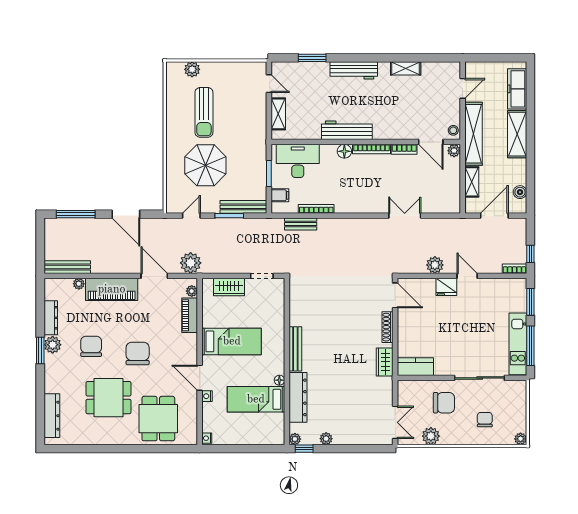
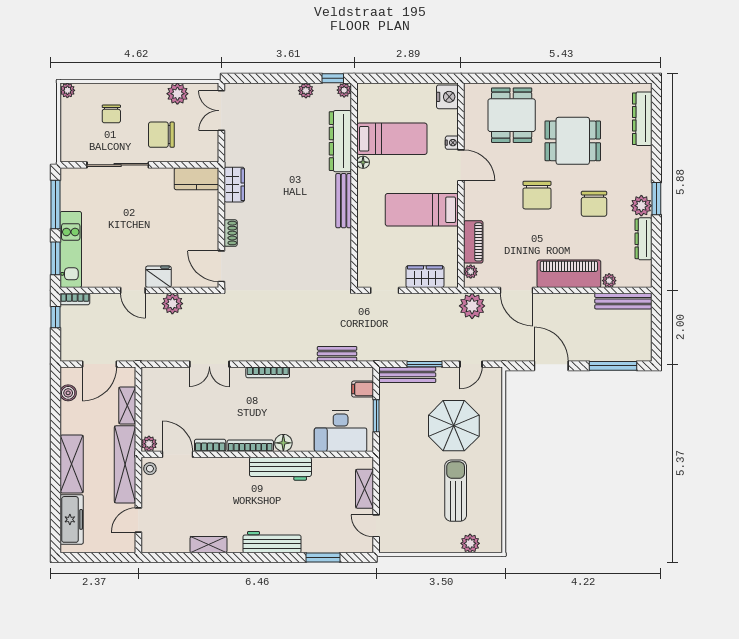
bookcase: (316, 209) -> (268, 372), moved
shoe rack: (387, 327) -> (231, 233), width x0.70
kitchen unit: (518, 344) -> (71, 249), moved
nightstand: (207, 438) -> (447, 97), width x1.89, depth x1.79

